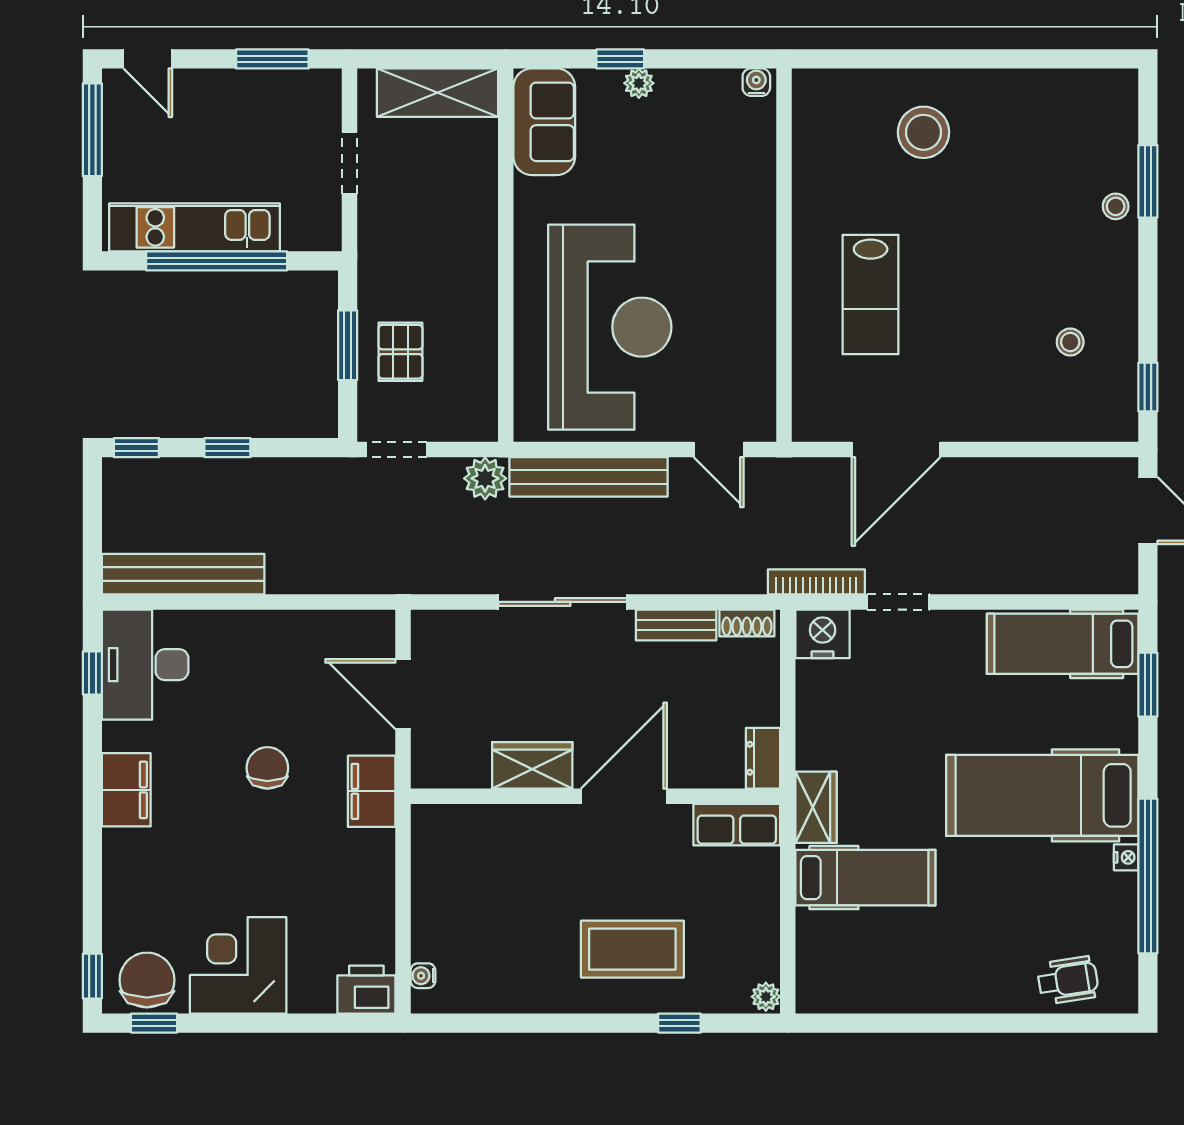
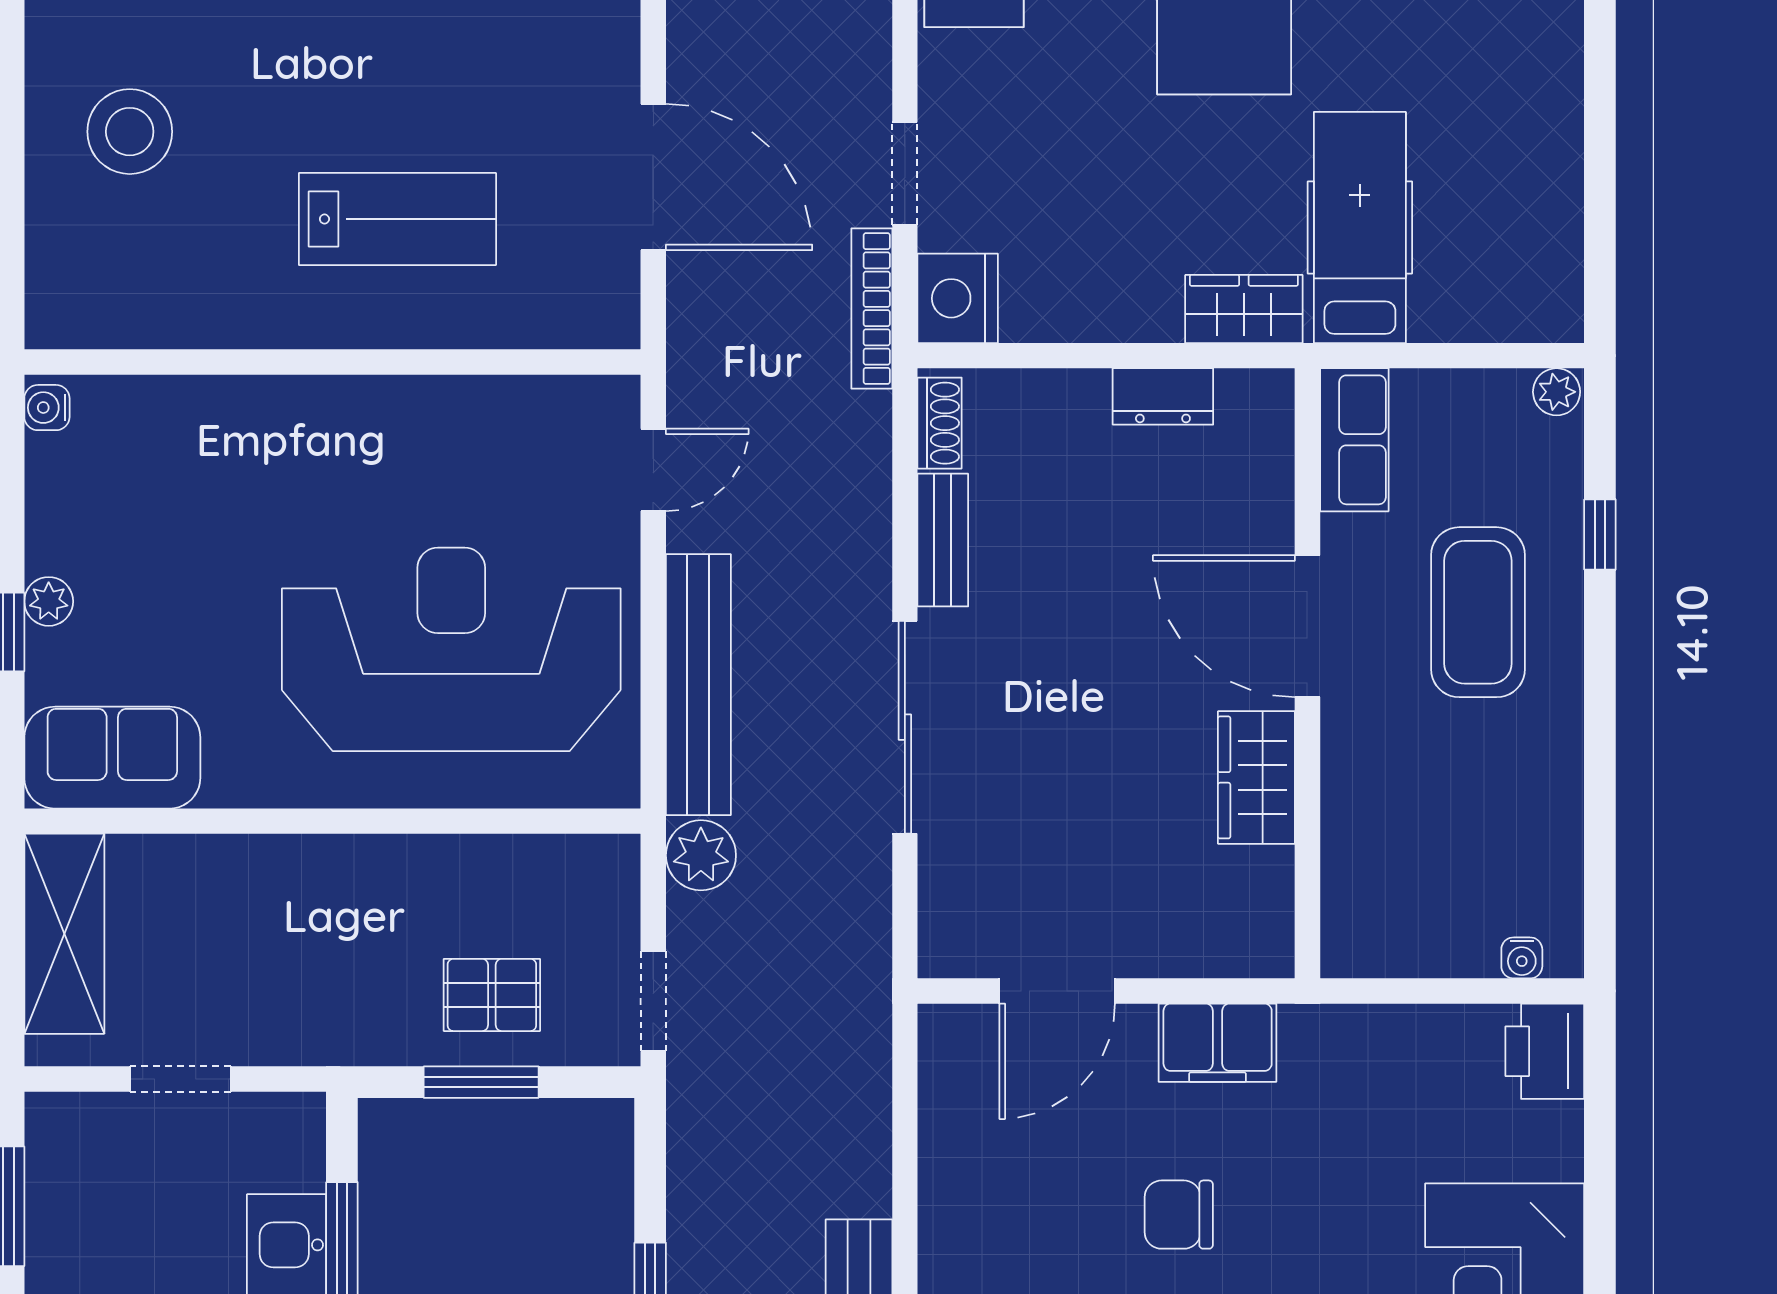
wardrobe: (532, 765) -> (1256, 777), moved
wall: (595, 796) -> (1307, 673), moved
door: (624, 796) -> (1307, 626), moved
row of seats: (737, 825) -> (1354, 440), moved

